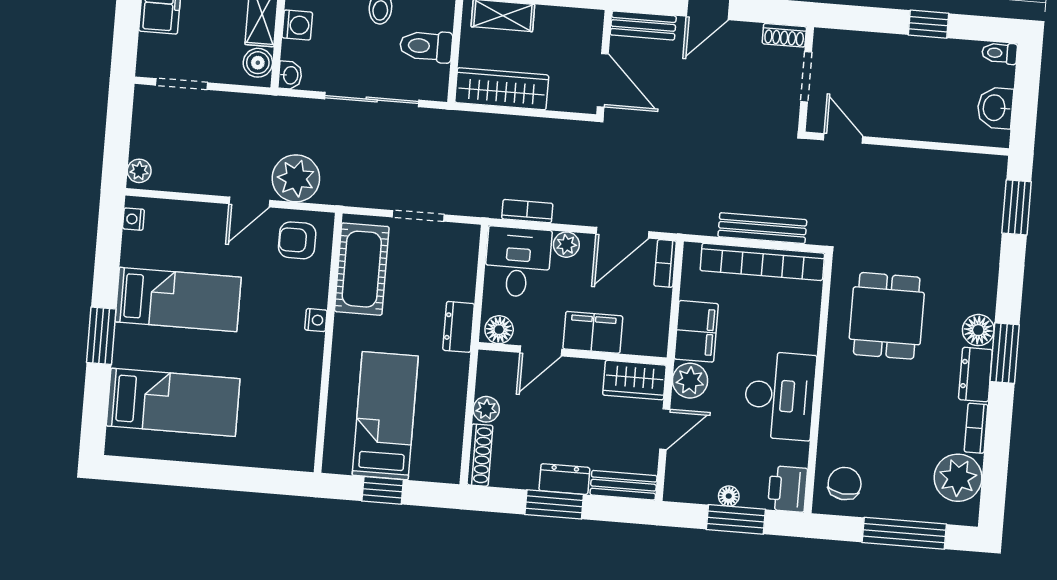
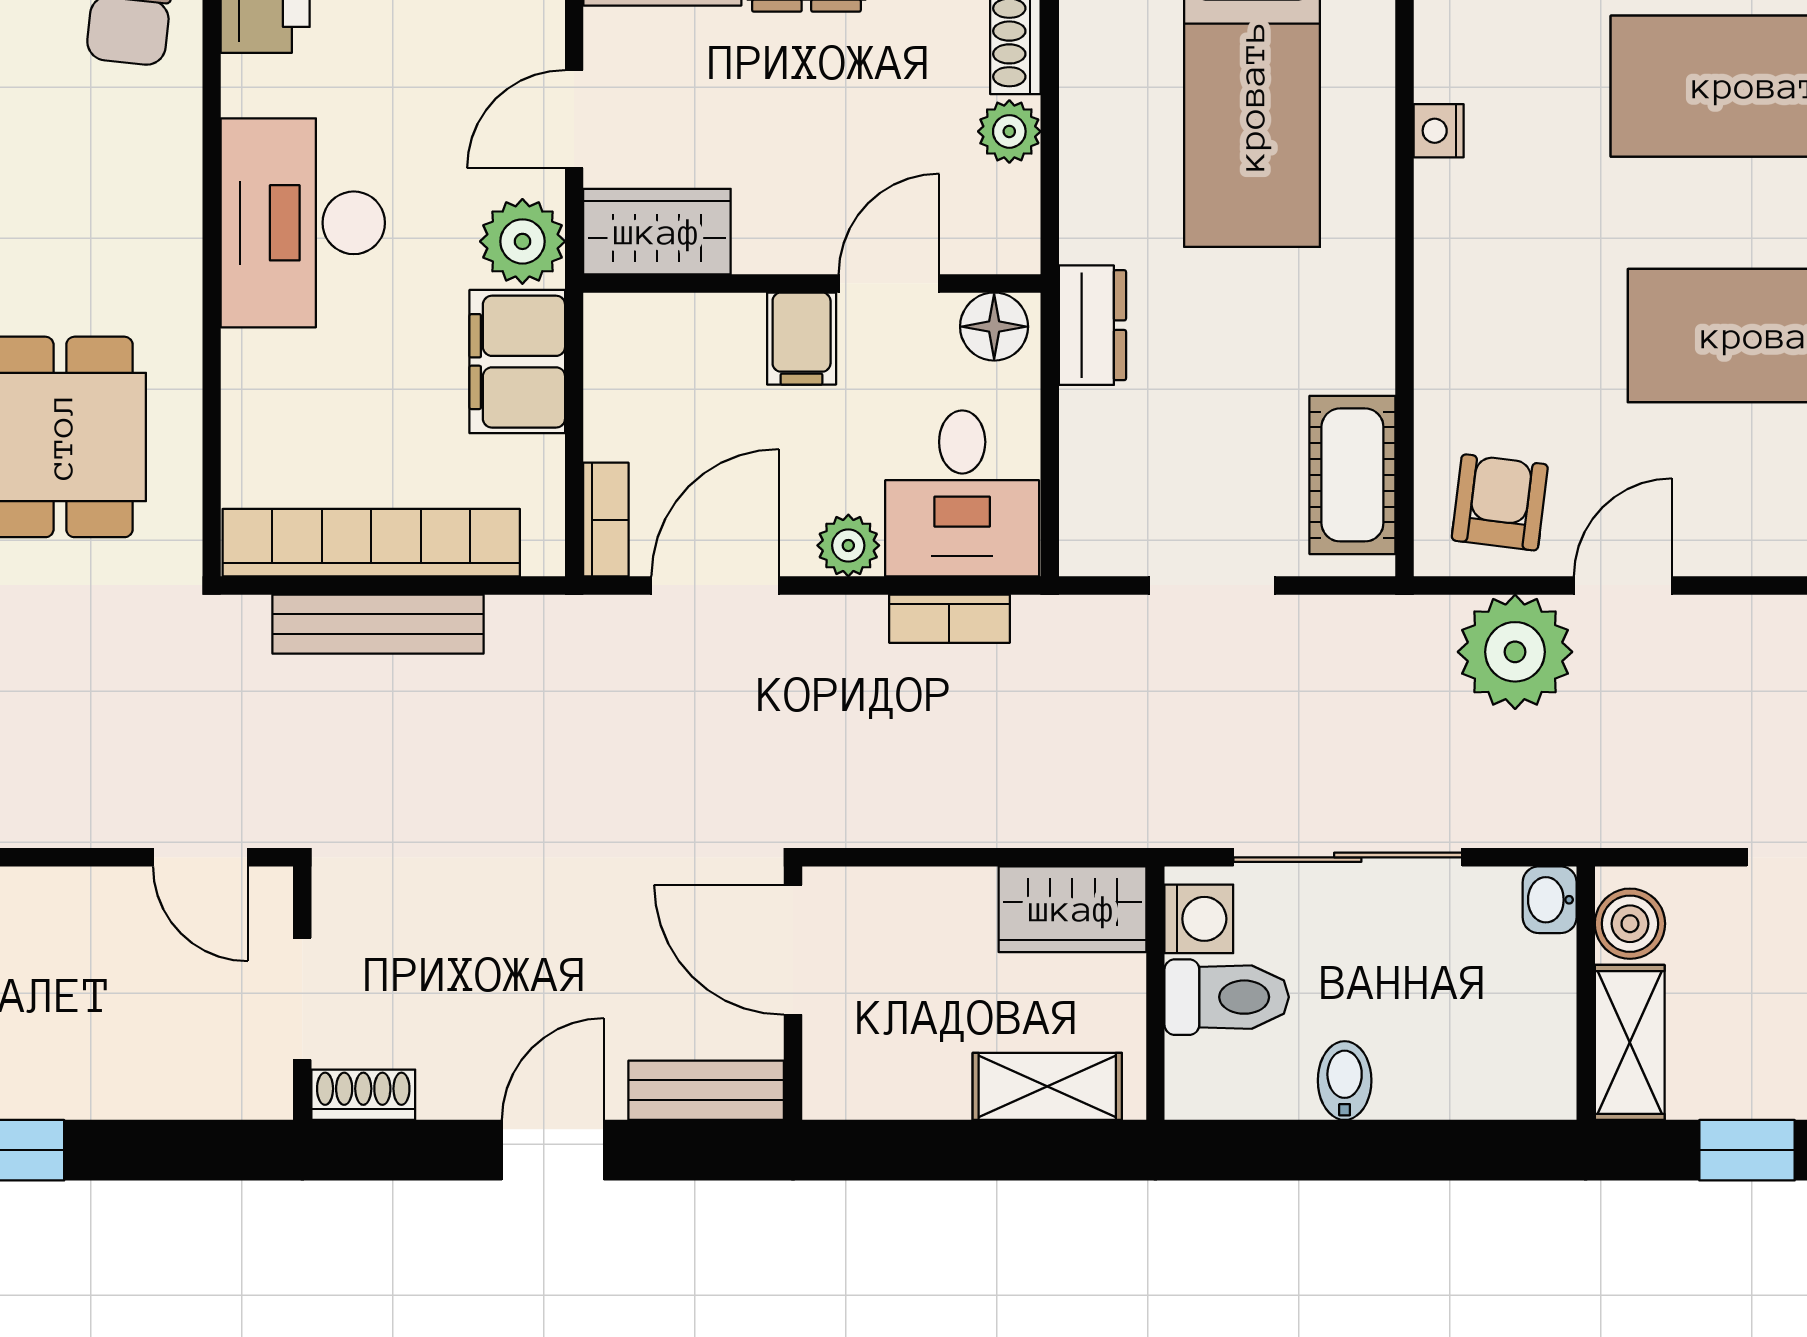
washing machine: (297, 25) -> (1199, 919), moved, turned 180
wardrobe: (502, 89) -> (1072, 909), width x0.67
armchair: (297, 240) -> (1500, 502), turned -83
cot: (362, 269) -> (1352, 475), width x0.73, depth x0.75
nightstand: (316, 320) -> (1439, 131), moved
filing cabinet: (593, 332) -> (802, 339), width x0.50

